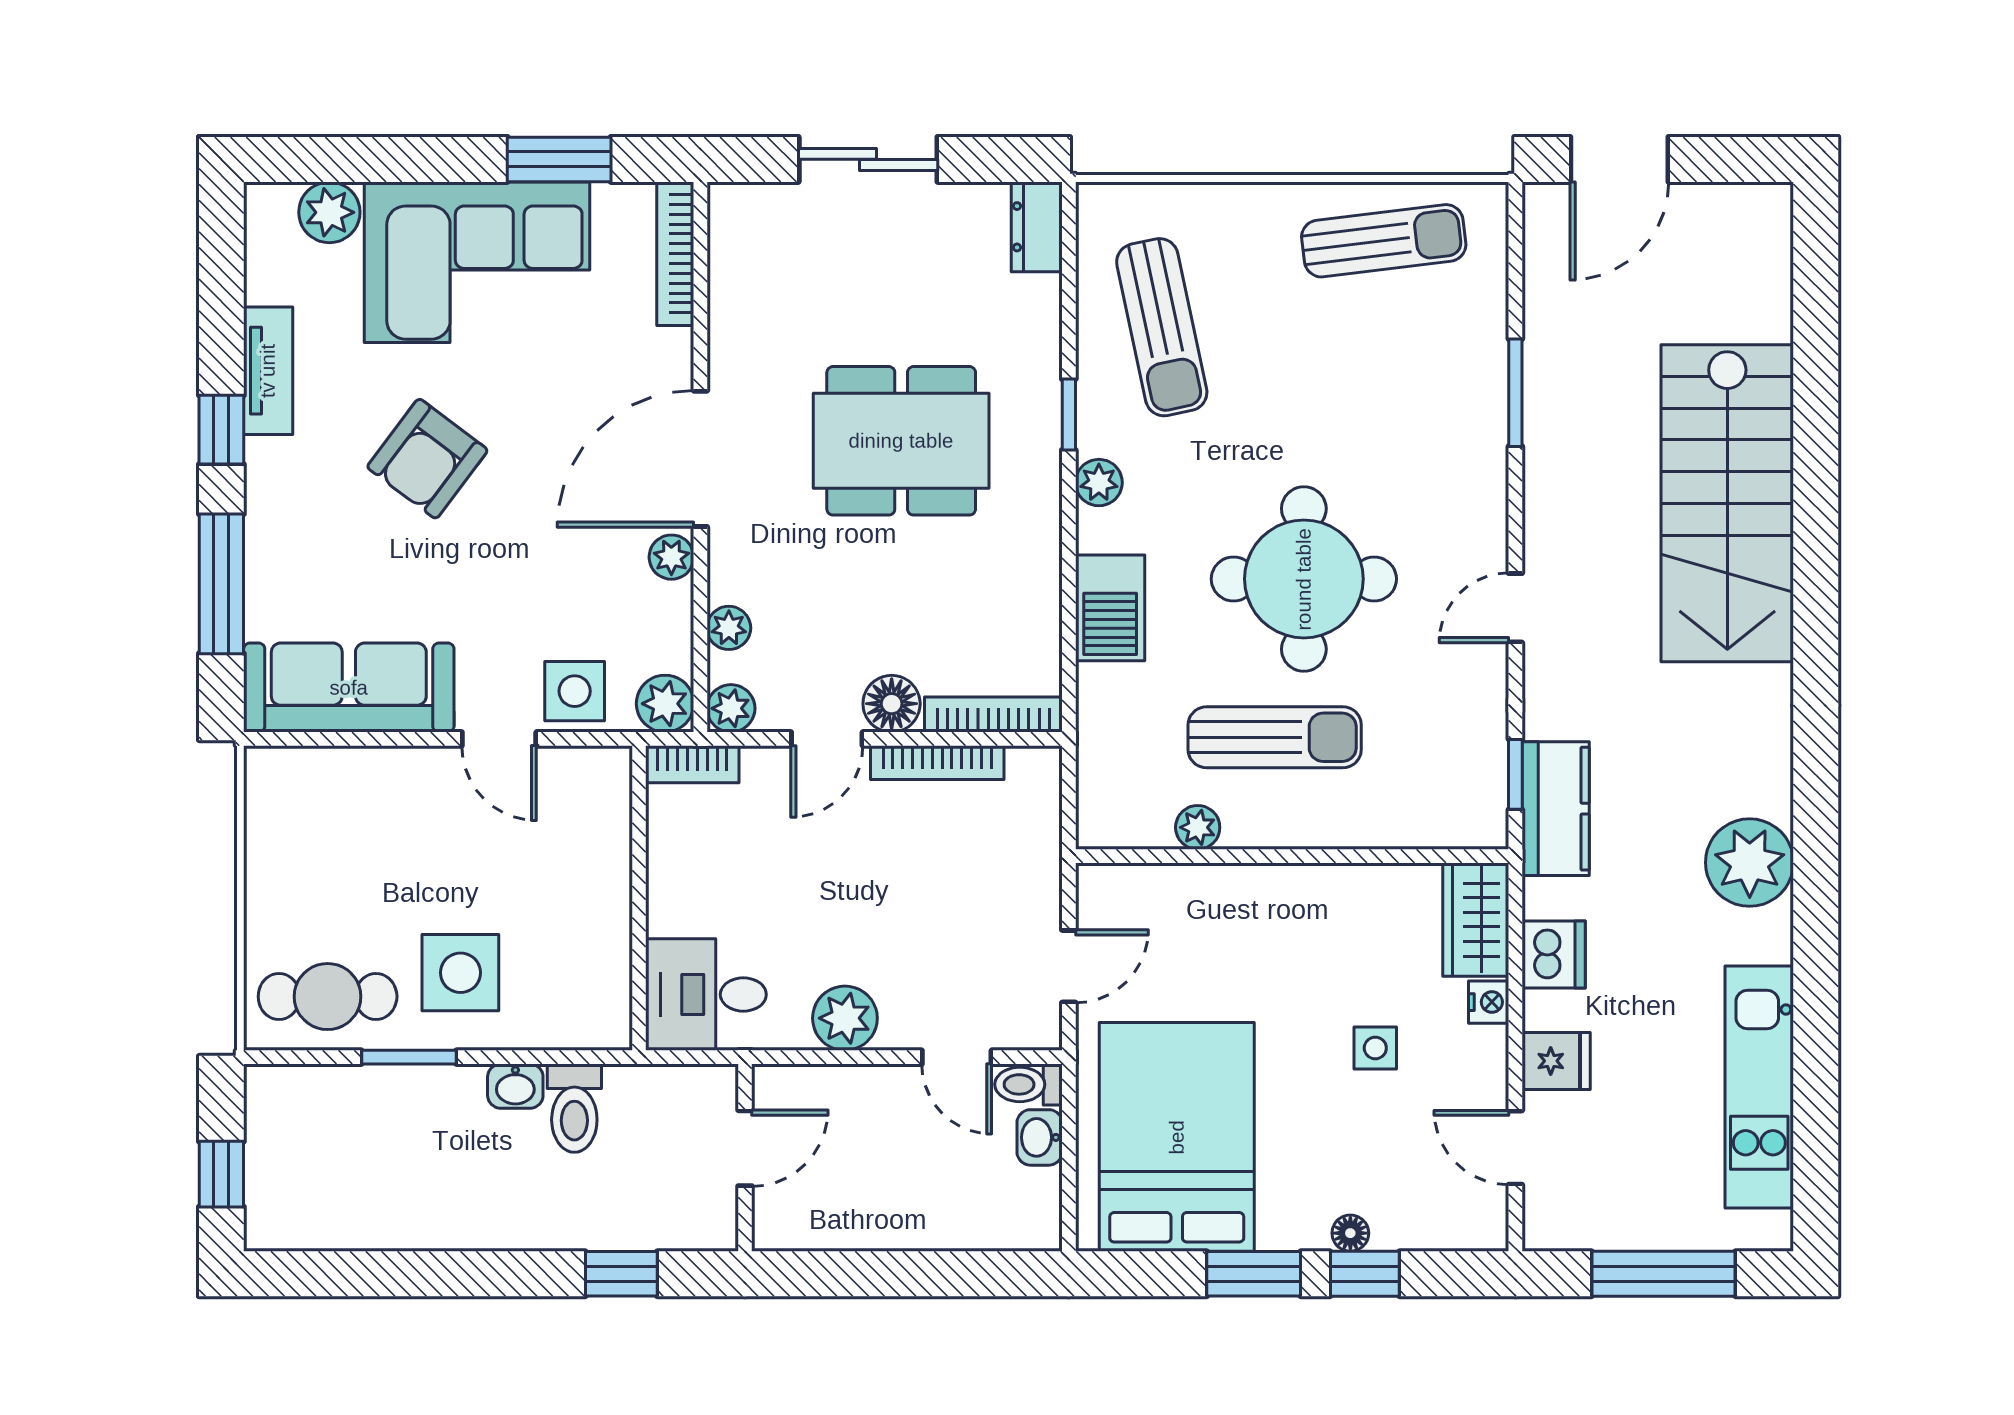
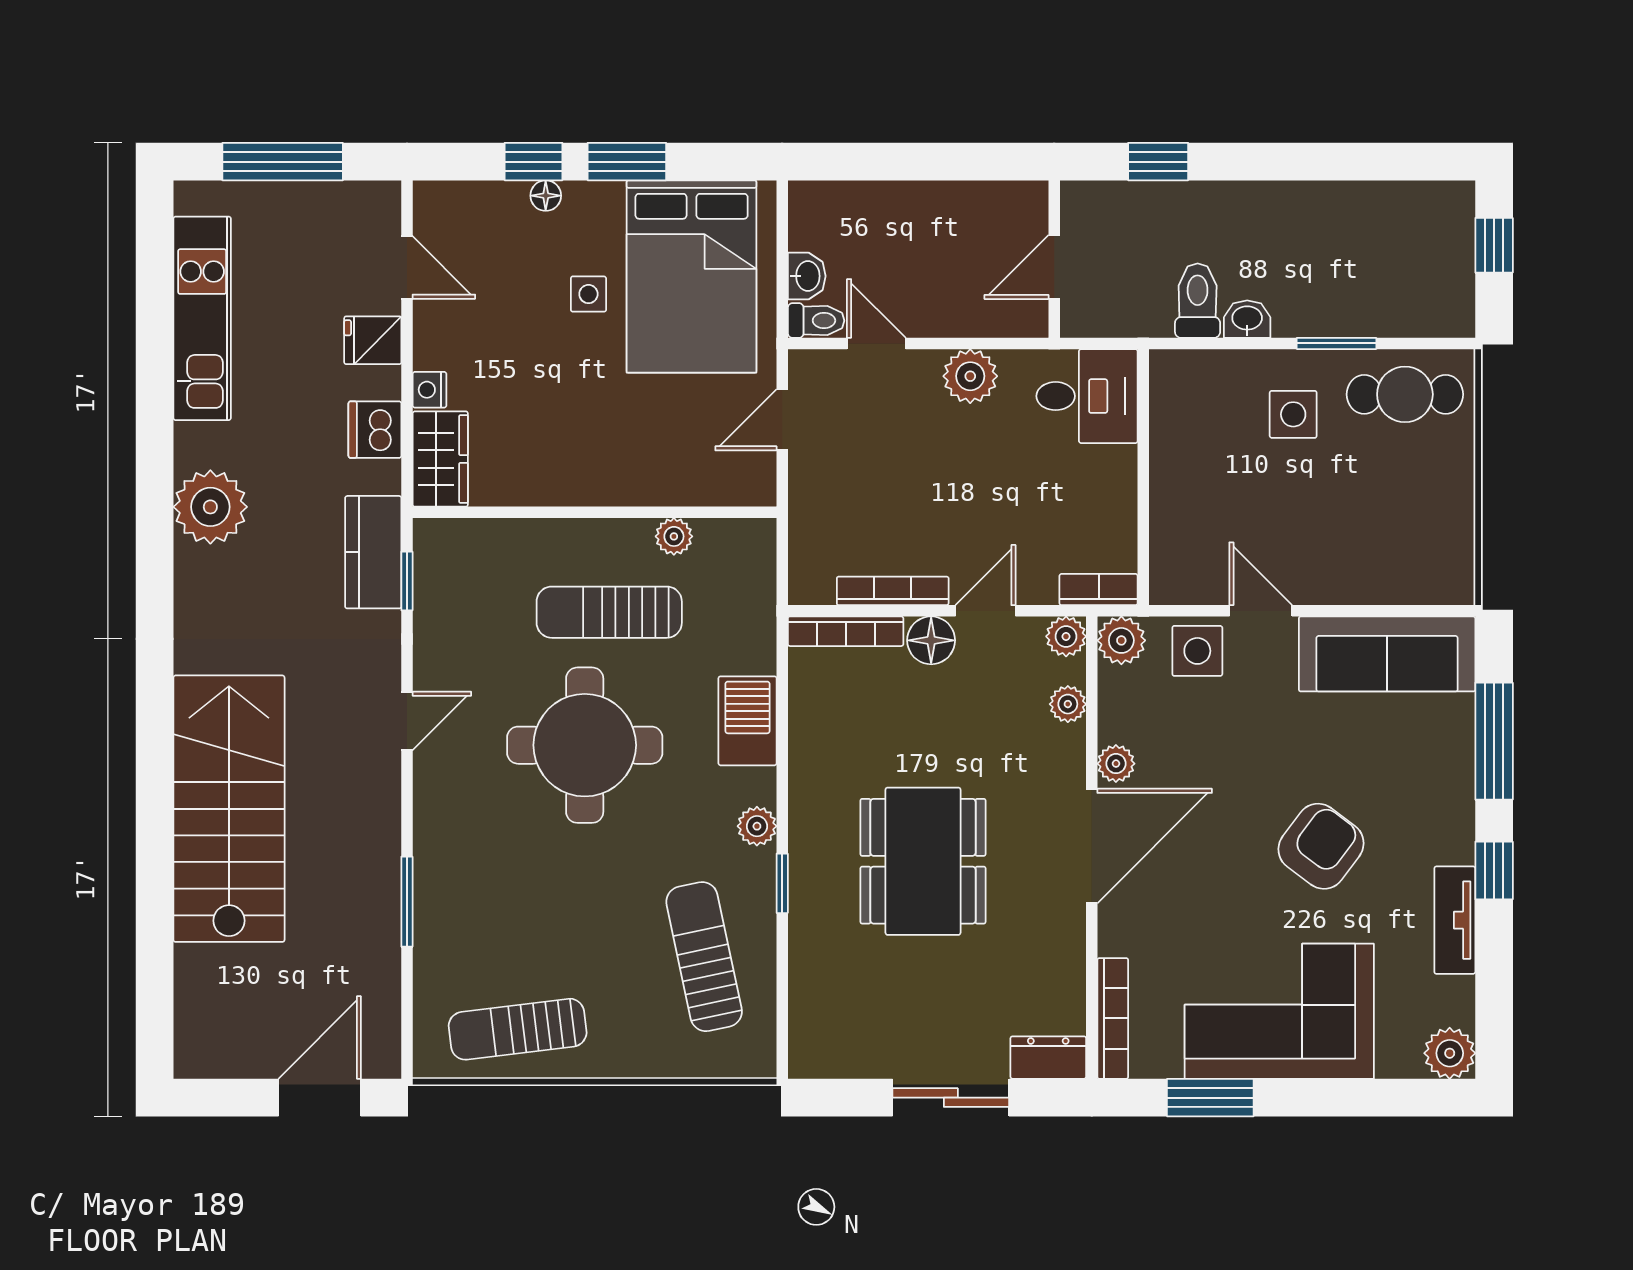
plant: (329, 212) -> (1450, 1053), moved
dresser: (1037, 227) -> (1048, 1058), moved, turned -90
dining table: (901, 441) -> (923, 861), turned 90
side table: (460, 973) -> (1293, 414), width x0.73, depth x0.73
side table: (1375, 1048) -> (588, 294), moved

